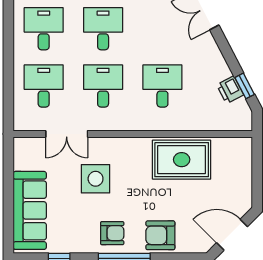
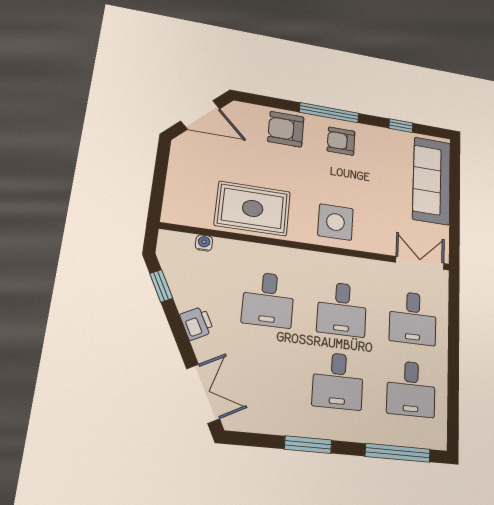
printer: (230, 90) -> (197, 323), moved
water cooler: (217, 125) -> (204, 243), added
double door: (67, 134) -> (420, 263), moved
side table: (96, 179) -> (335, 222), moved
armchair: (160, 235) -> (286, 129), turned 180

